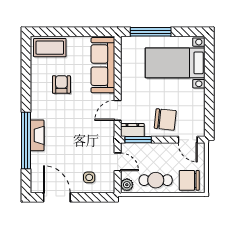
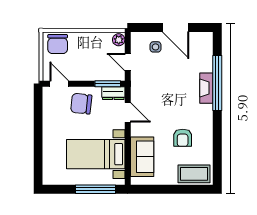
bed with nightstands: (175, 63) -> (96, 154), moved, turned 180
sofa: (103, 65) -> (142, 157), width x0.73
door: (118, 110) -> (128, 112), hinge flipped
cafe table: (156, 180) -> (90, 44), removed
chair: (189, 180) -> (58, 44), turned 90
door: (57, 197) -> (176, 28), moved

